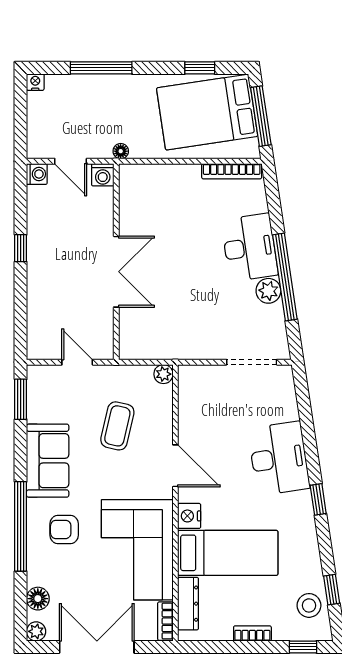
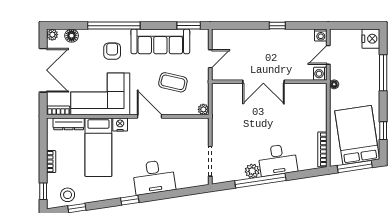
nightstand: (35, 82) -> (371, 39), width x1.89, depth x1.79
sofa: (48, 461) -> (160, 41), width x1.36
door: (175, 466) -> (150, 116), swing flipped

